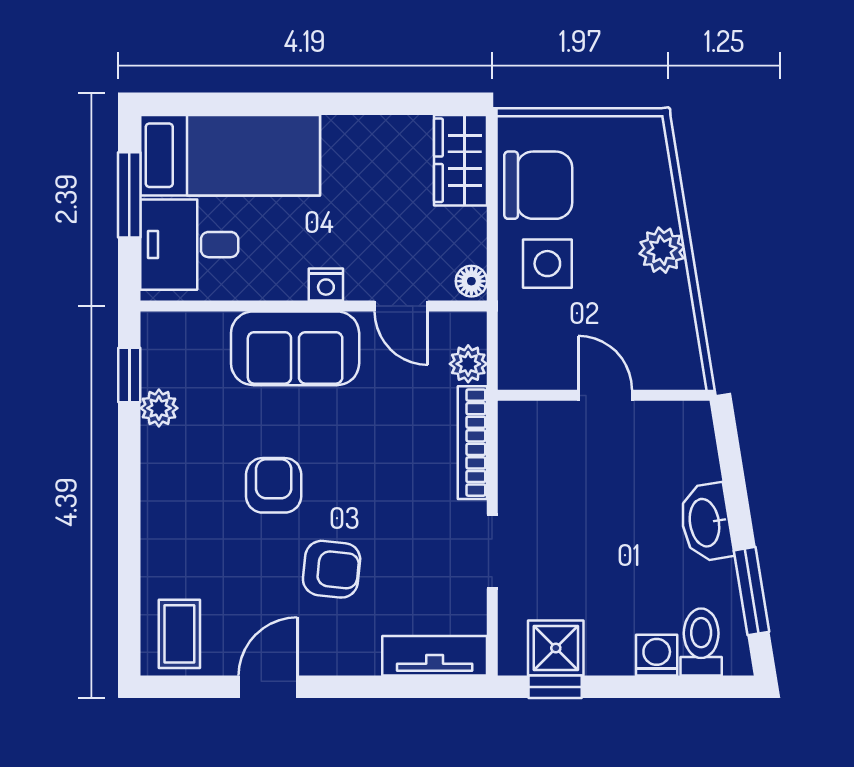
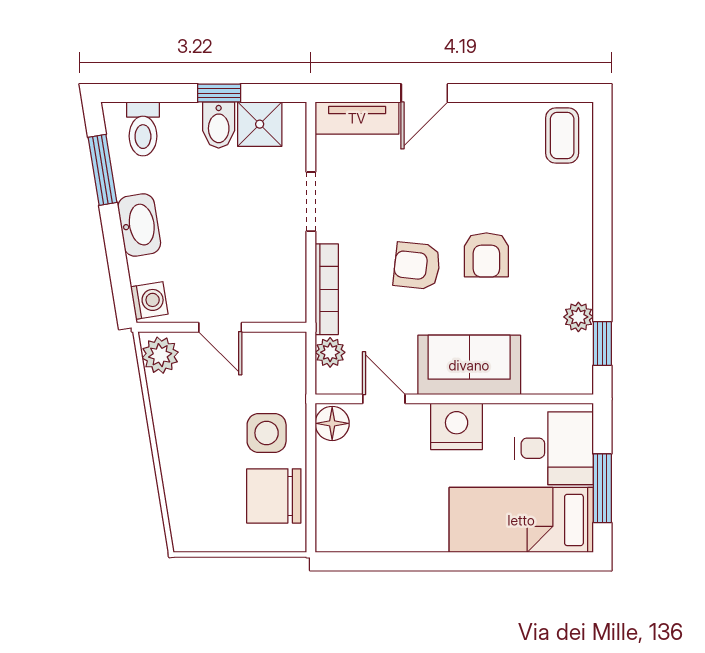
wardrobe: (461, 160) -> (336, 516), removed
plant: (662, 250) -> (160, 355), moved
floor lamp: (471, 281) -> (332, 423), width x1.37, depth x1.37
nightstand: (326, 285) -> (457, 426), width x1.89, depth x1.79
armchair: (332, 569) -> (417, 266), moved
bidet: (607, 647) -> (219, 125), added
washing machine: (657, 655) -> (149, 300), moved, turned -99
door: (268, 687) -> (424, 93), moved
window: (555, 687) -> (219, 93), moved

